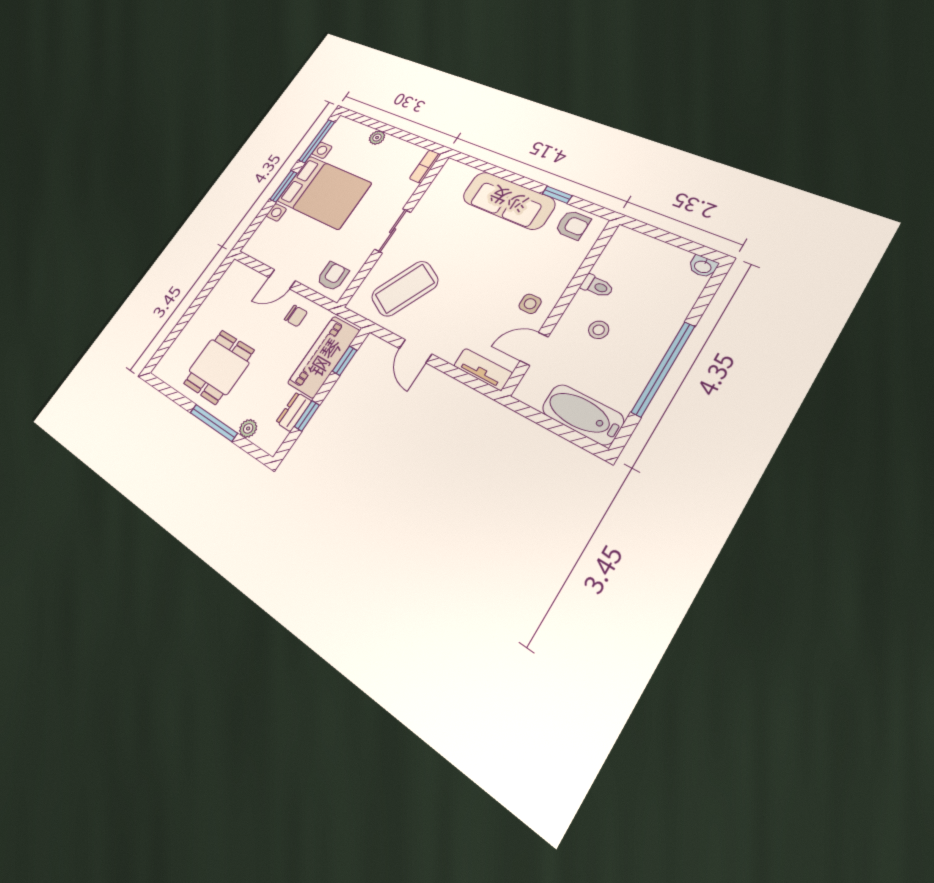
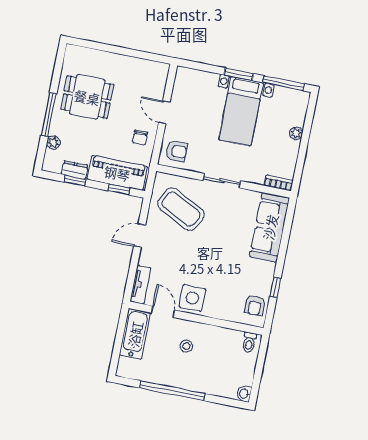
bed with nightstands: (324, 192) -> (241, 111), width x0.73
sofa: (508, 200) -> (270, 227), moved
toilet: (597, 286) -> (249, 342), moved
side table: (530, 304) -> (192, 298), width x1.87, depth x1.87
bathtub: (583, 414) -> (135, 334), moved

